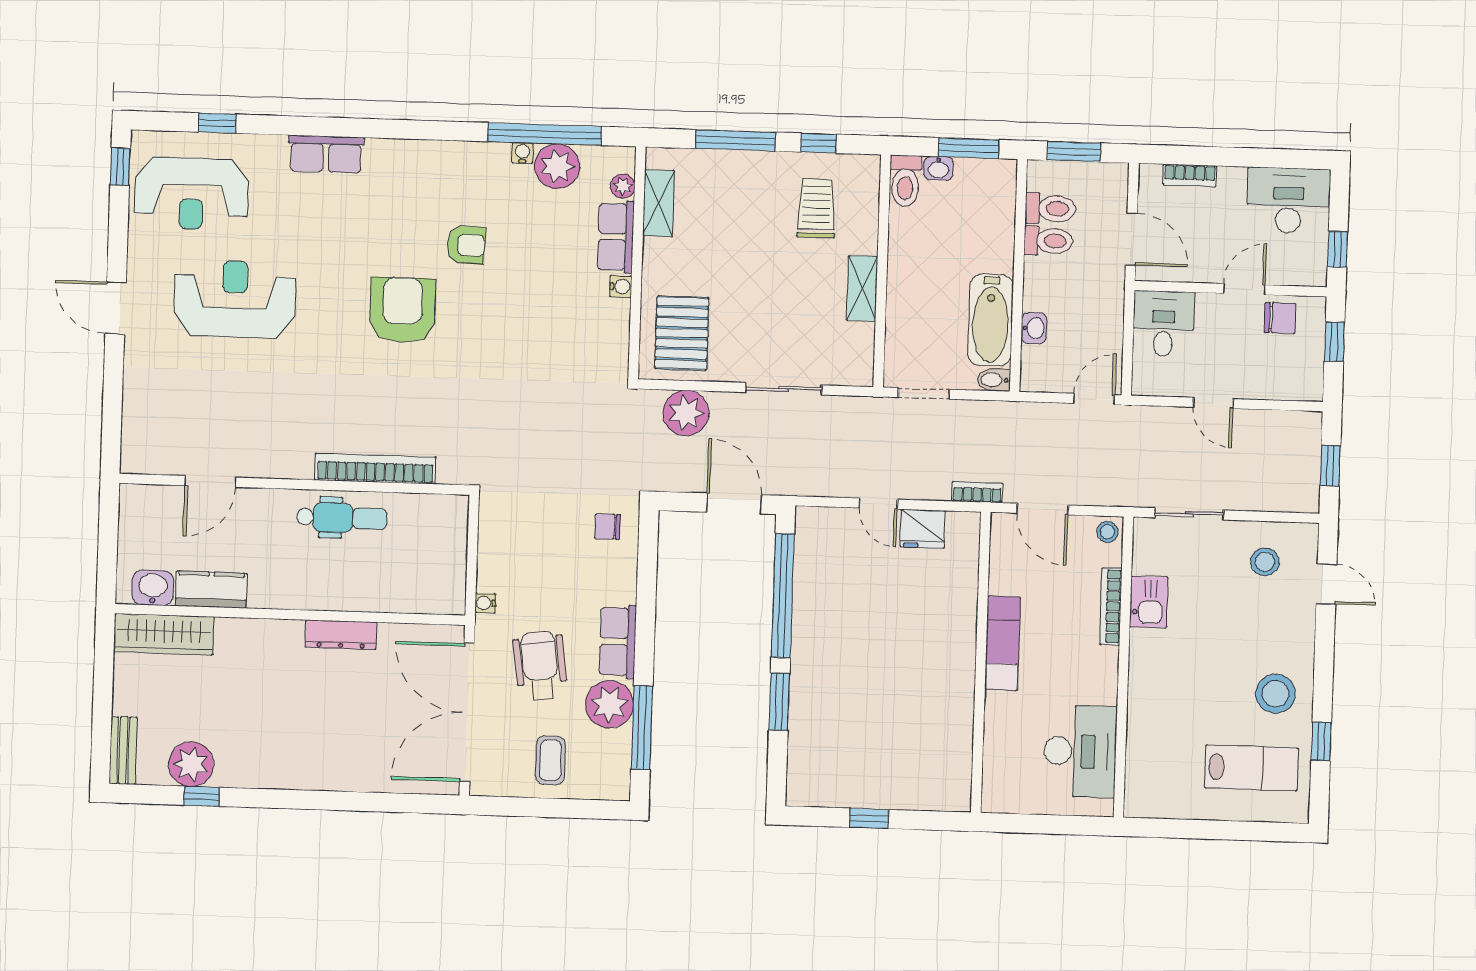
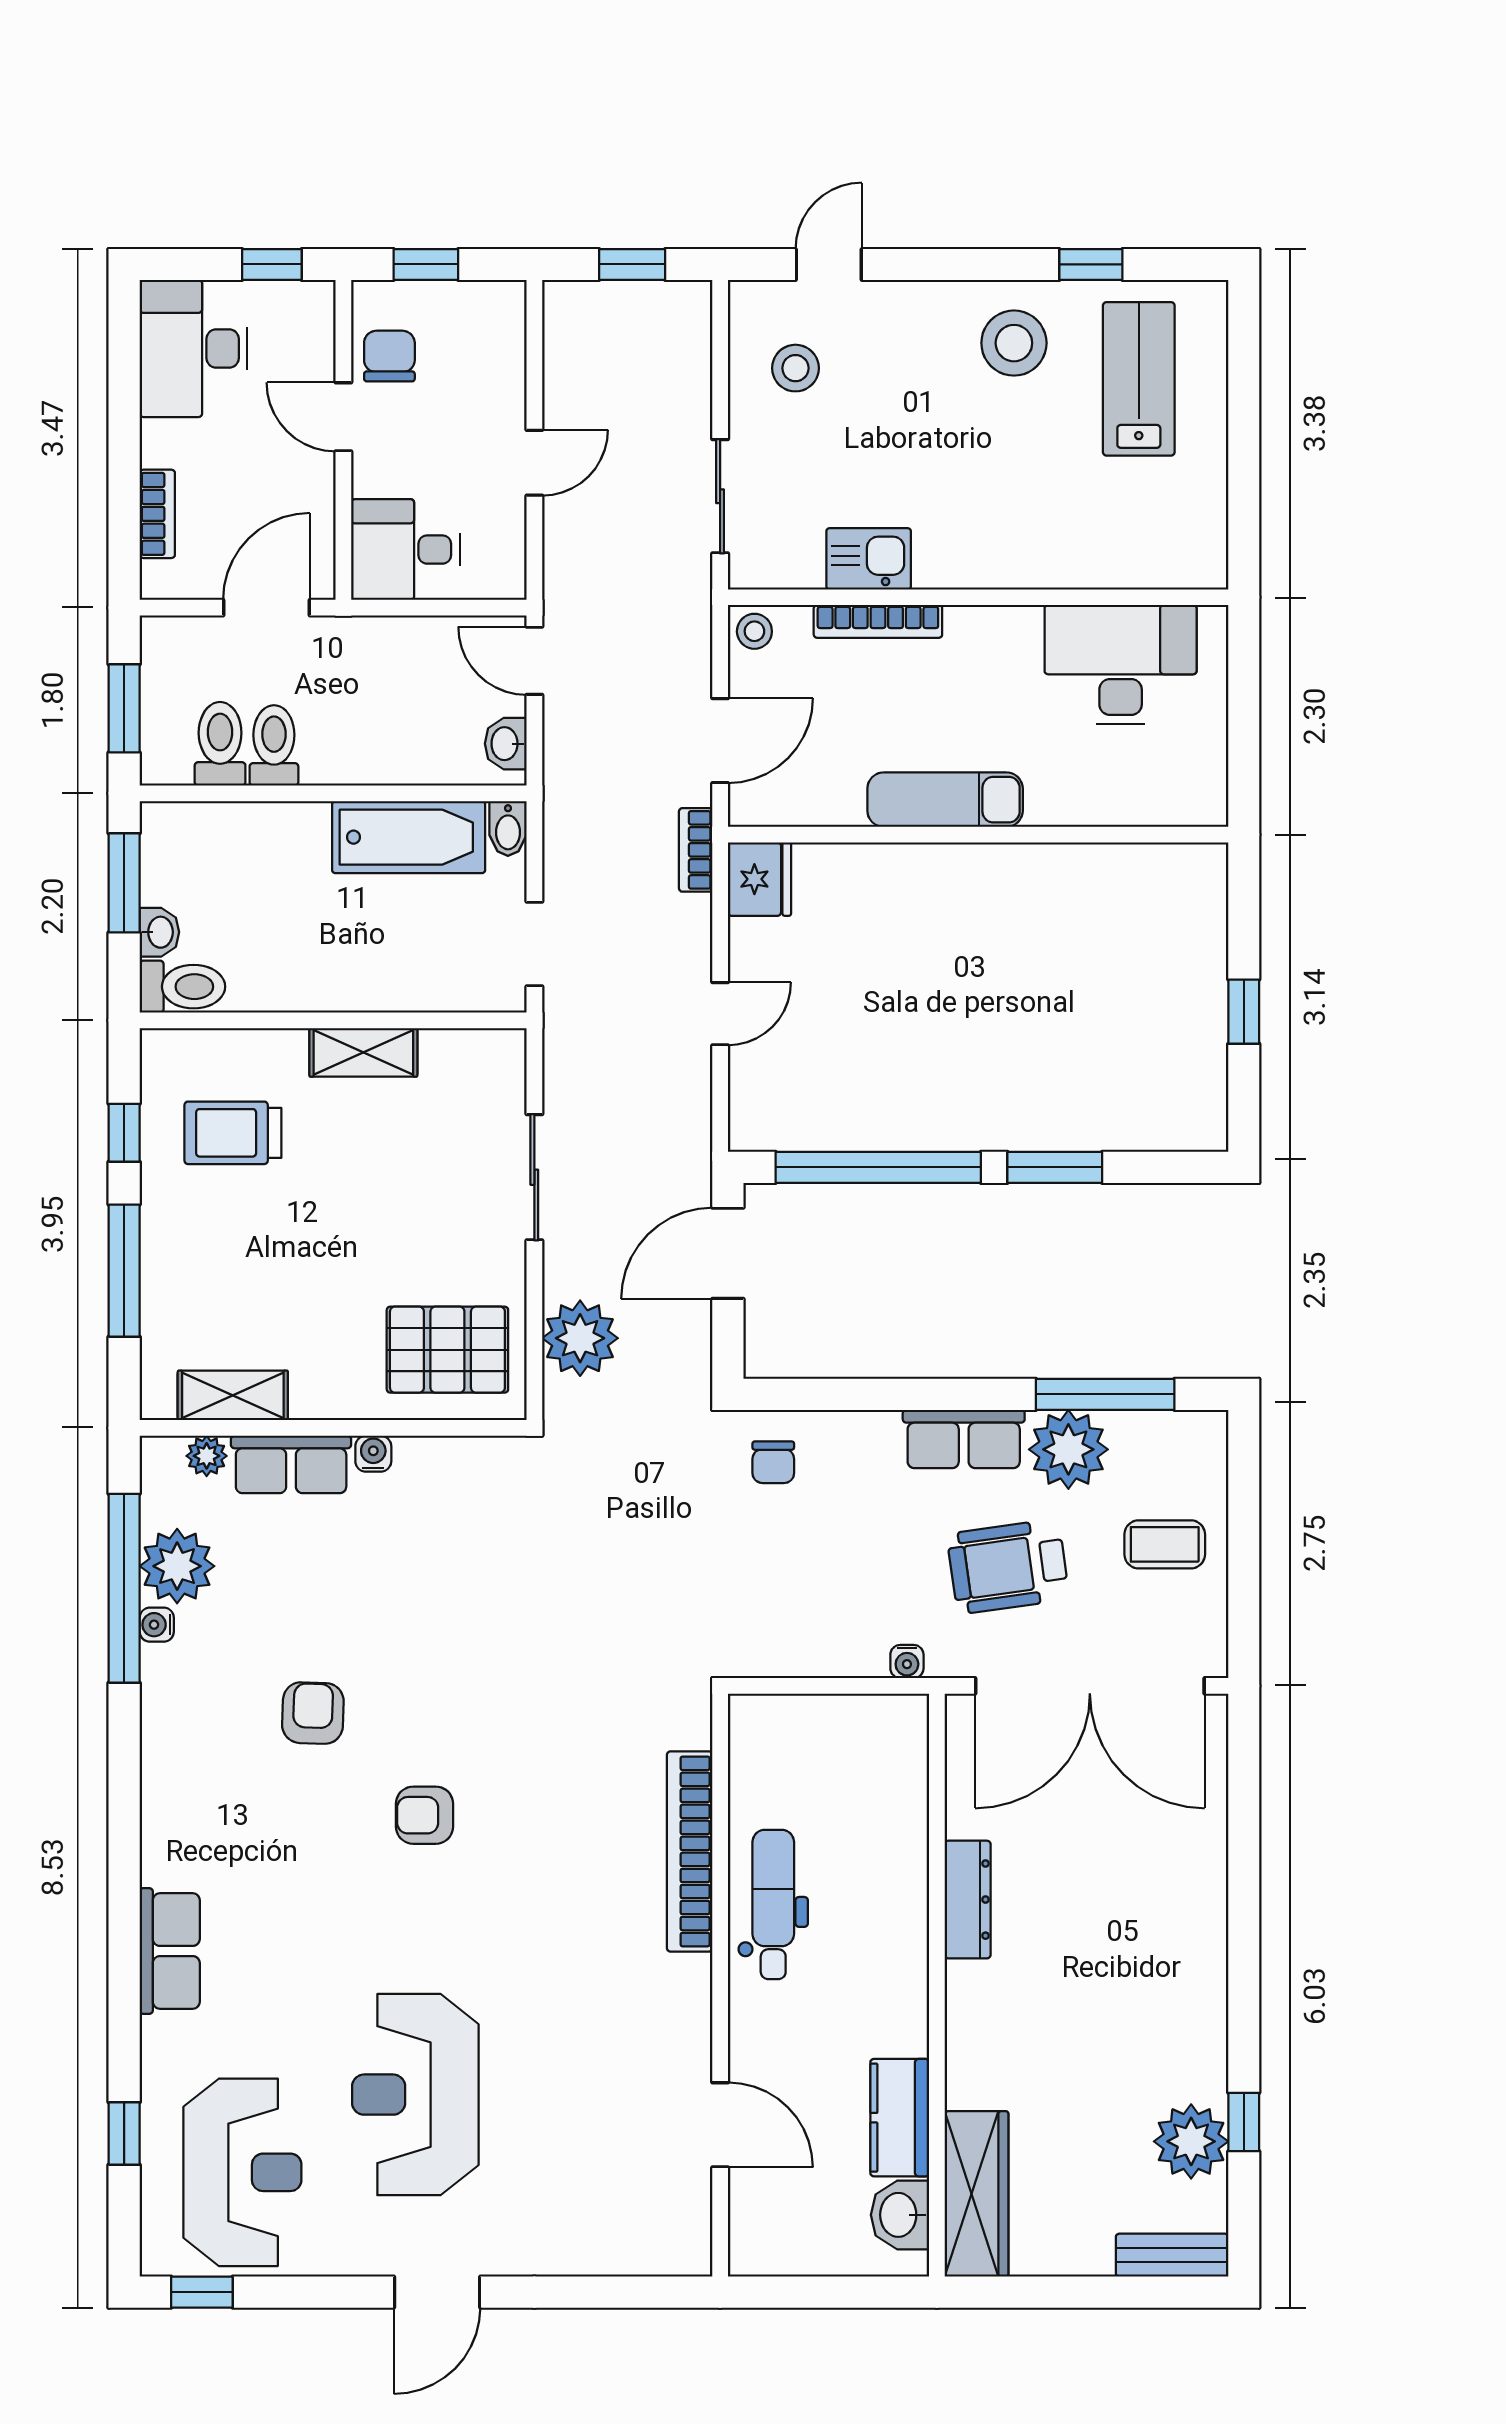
armchair: (402, 310) -> (425, 1815), width x0.53, depth x0.53
washbasin: (1034, 328) -> (506, 744), moved, turned -90
fridge: (923, 529) -> (759, 879), moved

